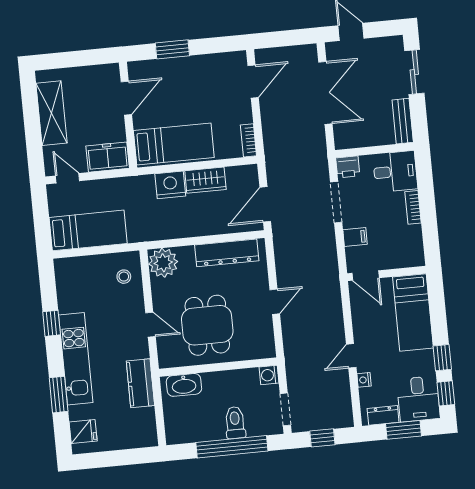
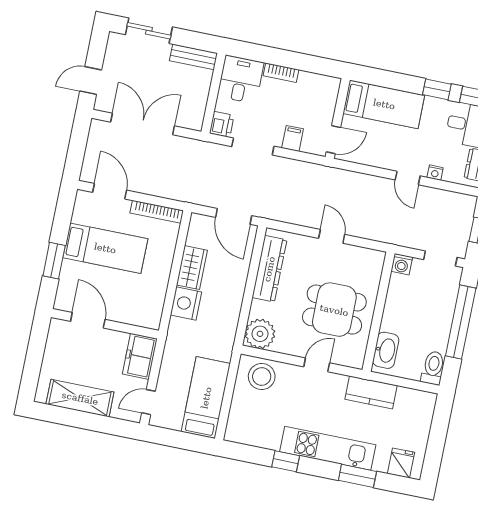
bookcase: (248, 140) -> (157, 212), width x1.56
bed: (174, 144) -> (105, 248), moved, turned 90
stool: (124, 277) -> (262, 377), width x1.89, depth x1.89
toilet: (235, 423) -> (433, 368), moved, turned 90

